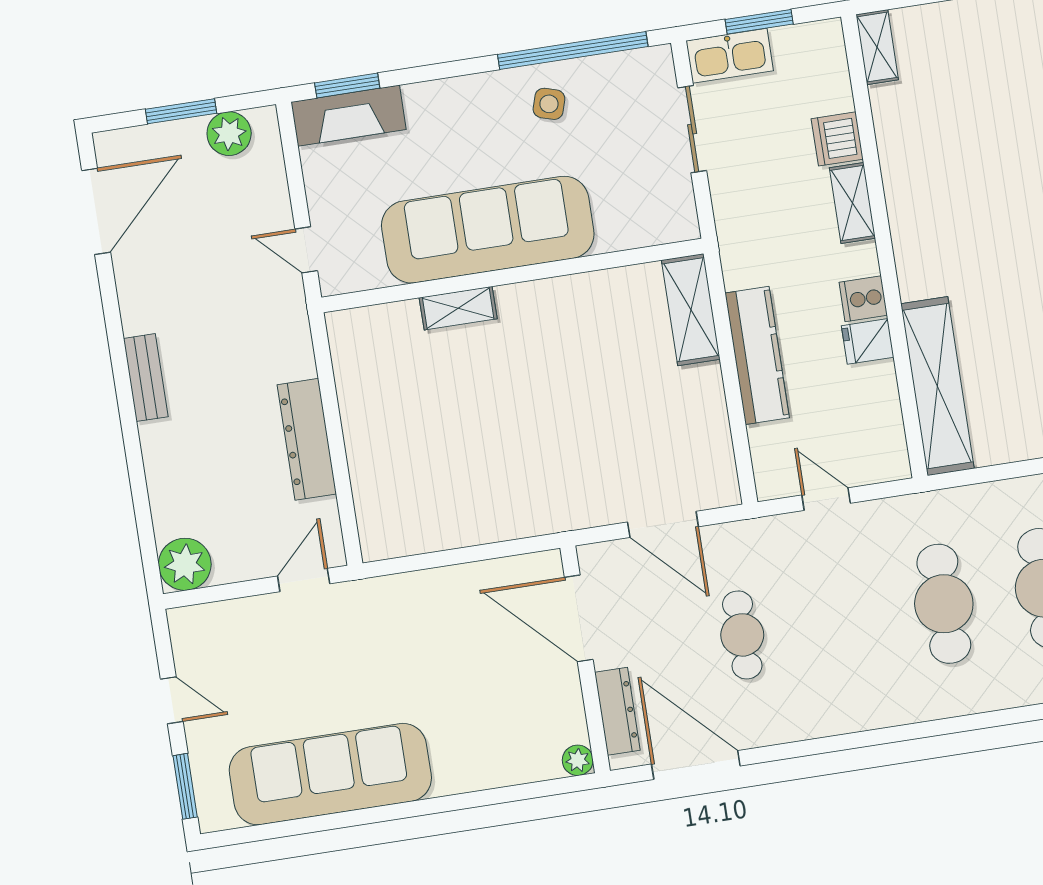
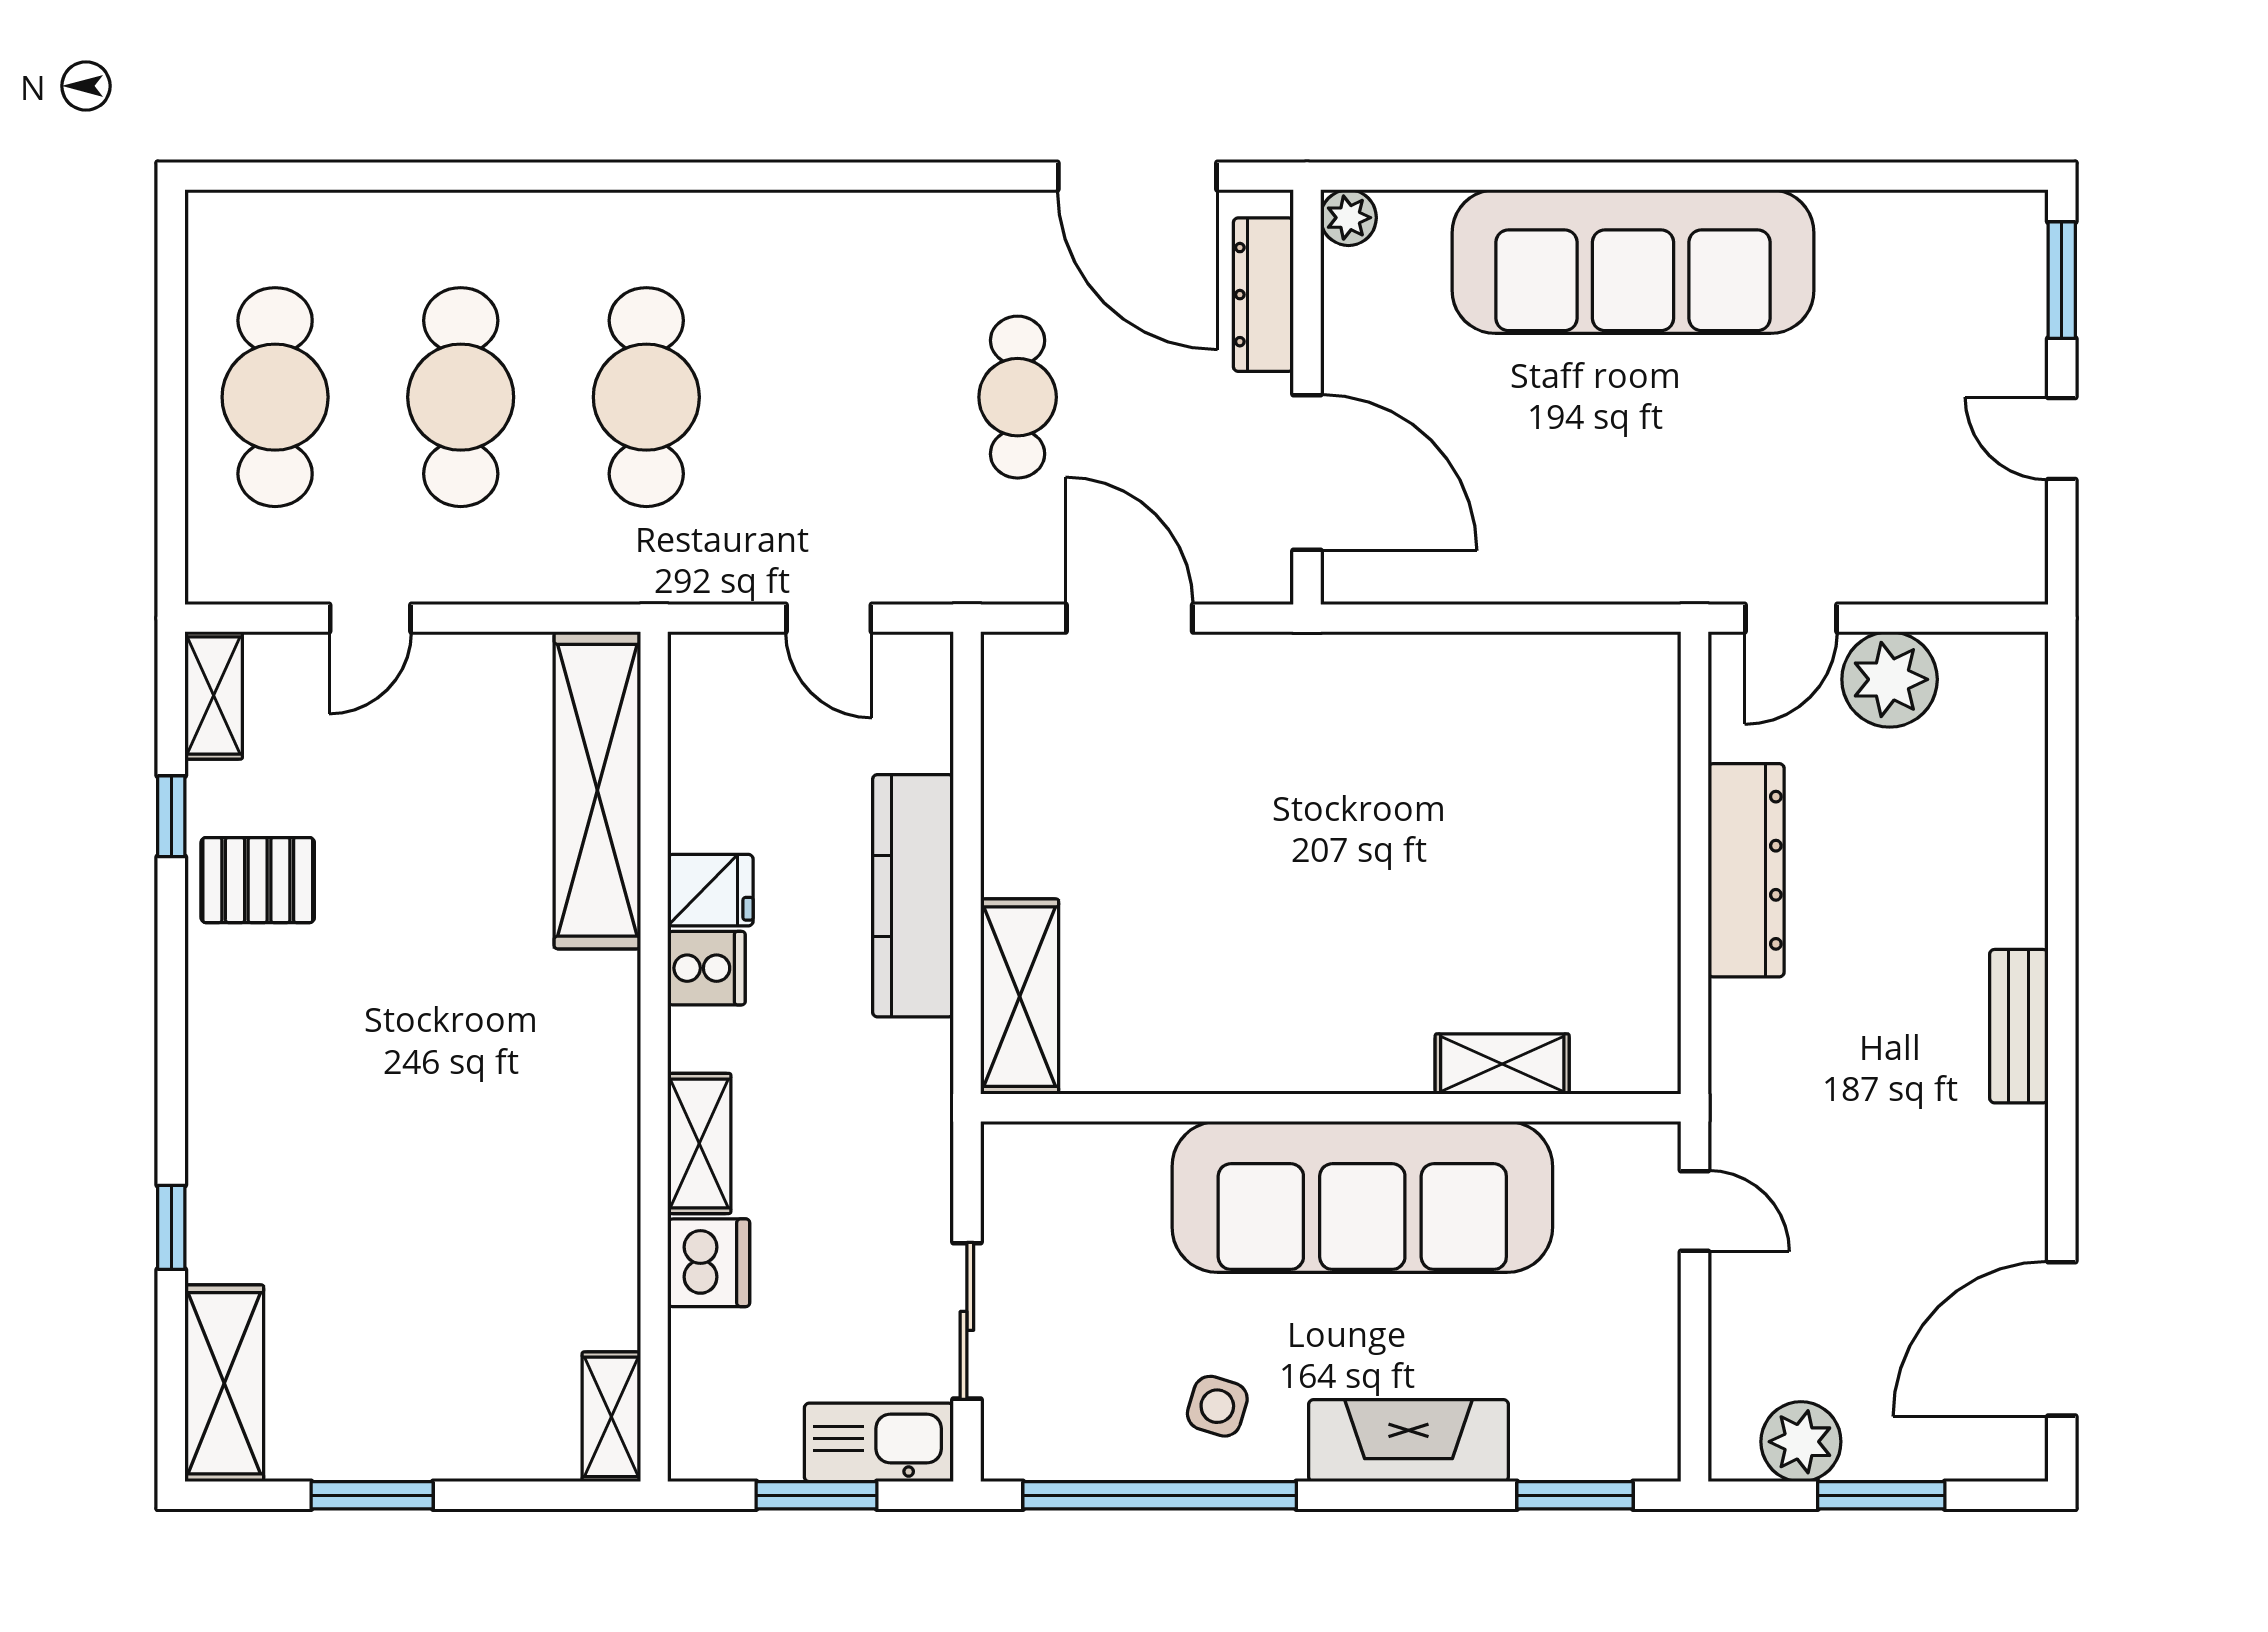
fireplace: (349, 116) -> (1408, 1441), moved
shelving: (458, 308) -> (1502, 1064), moved
plant: (185, 564) -> (1890, 679), moved
sofa: (330, 774) -> (1633, 262), moved

